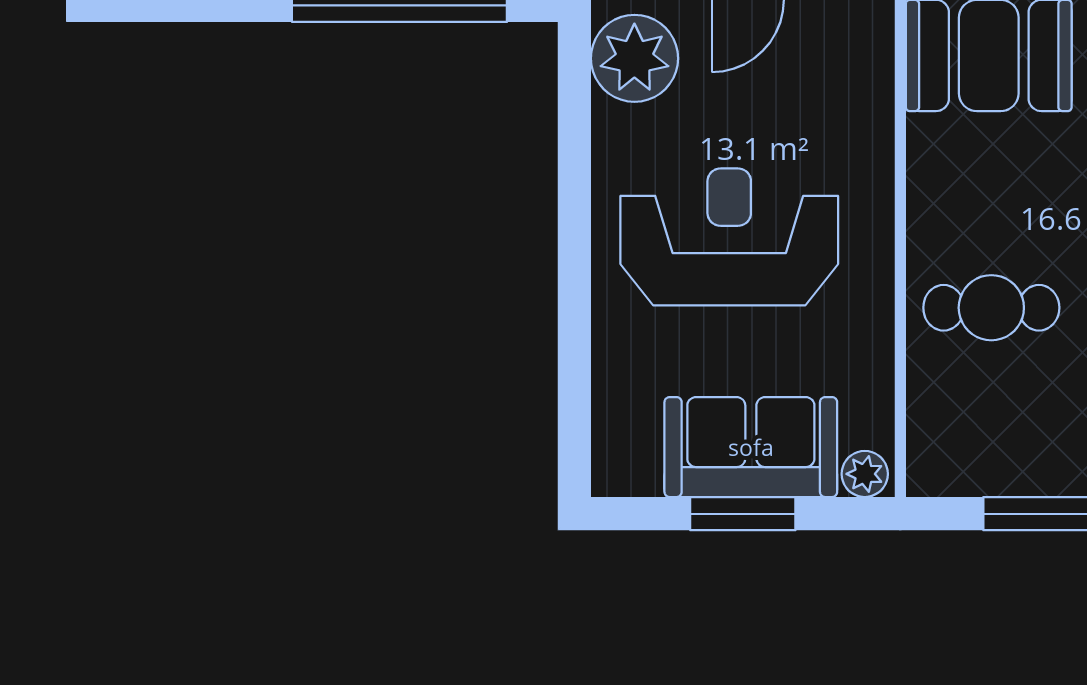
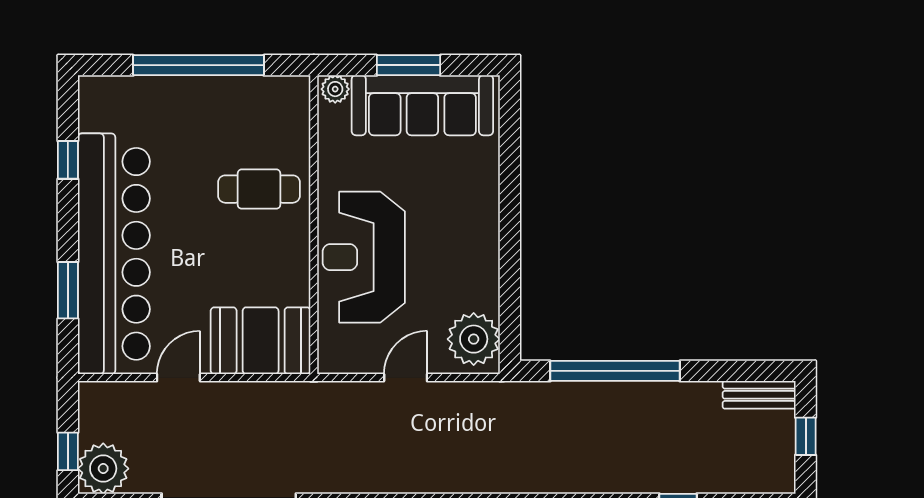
reception desk: (729, 237) -> (364, 257), moved, turned 90
sofa: (751, 447) -> (422, 105), width x1.36

